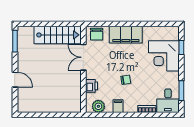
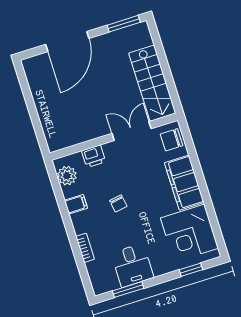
corner desk: (164, 56) -> (189, 233), moved, turned -90
door: (15, 80) -> (67, 41), width x1.87
desk: (168, 101) -> (132, 265), moved, turned -90

